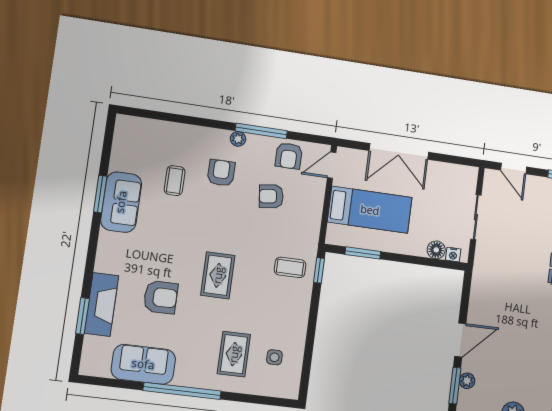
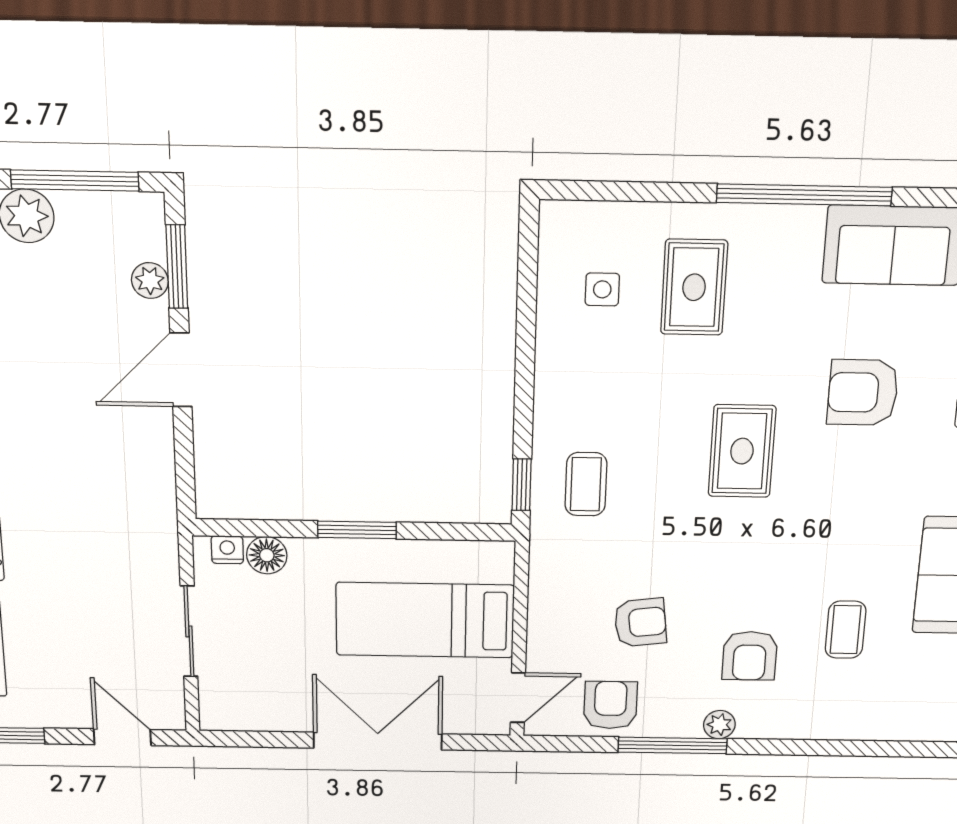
window: (363, 253) -> (357, 530), moved
coffee table: (290, 267) -> (586, 484), turned 90

